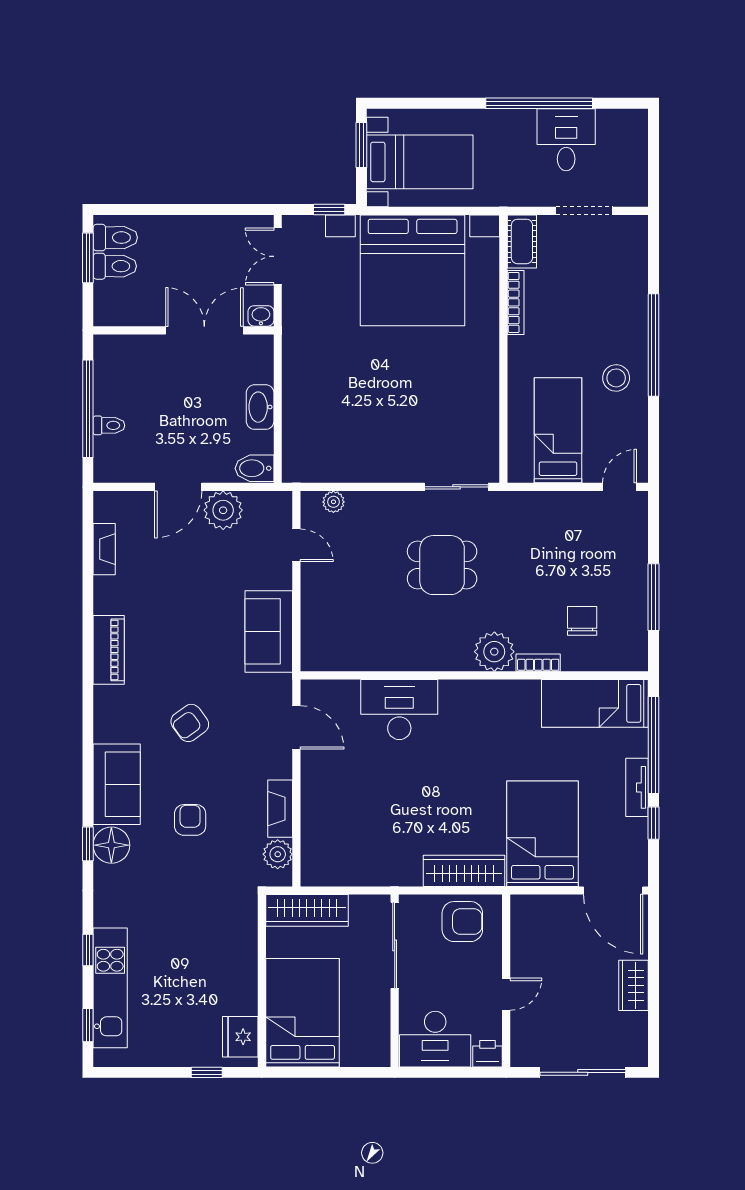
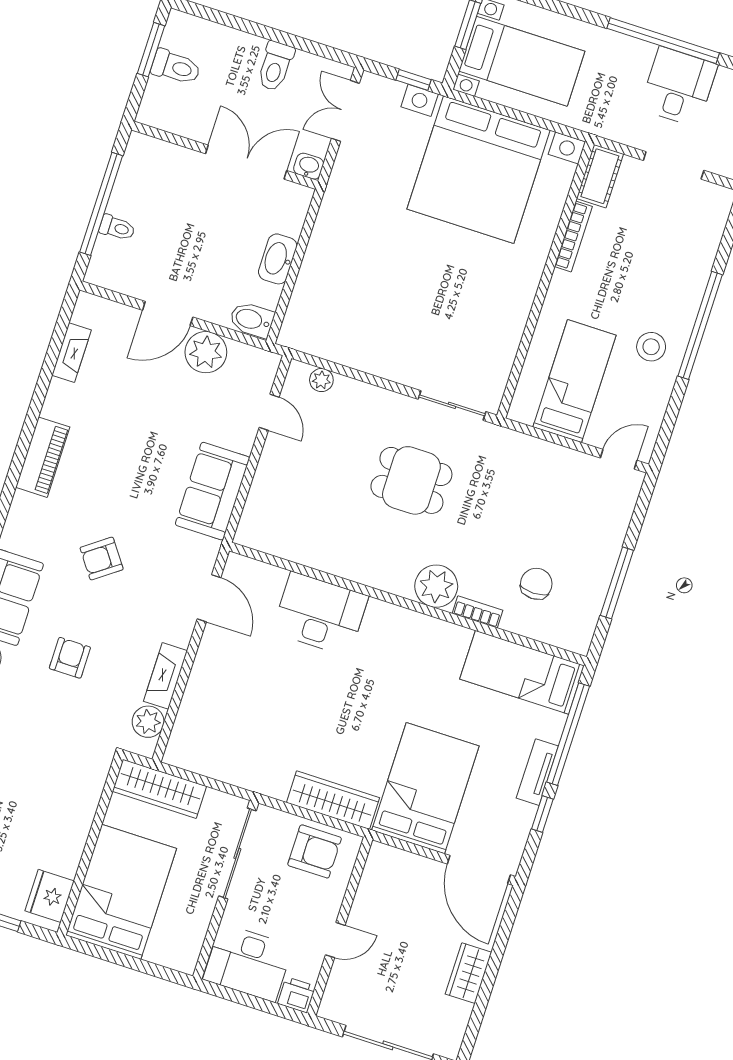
toilet: (115, 238) -> (275, 66), moved, turned 90

